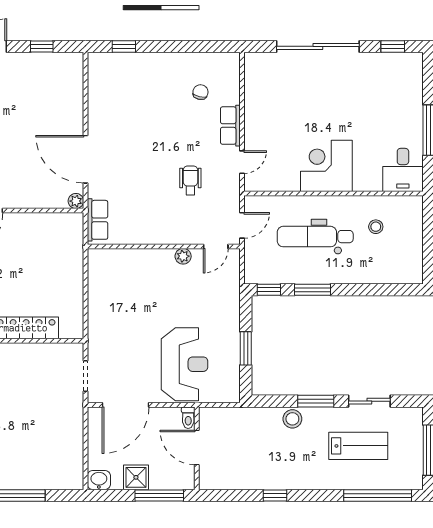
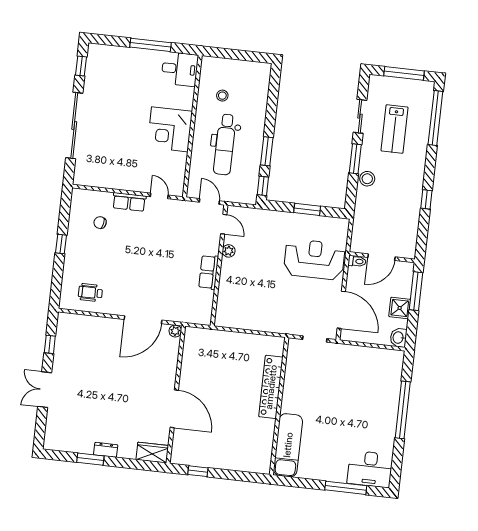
window: (124, 46) -> (61, 244), moved
wheelchair: (190, 180) -> (90, 293), moved
row of seats: (98, 220) -> (209, 272), moved, turned -90
lab bench: (358, 446) -> (395, 129), turned 180

